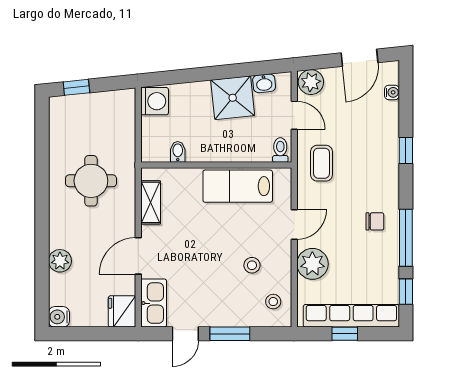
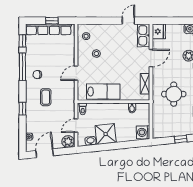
door: (294, 115) -> (76, 126), hinge flipped
coffee table: (322, 163) -> (46, 97), moved
plant: (312, 264) -> (67, 54), removed
window: (230, 334) -> (107, 21), removed

